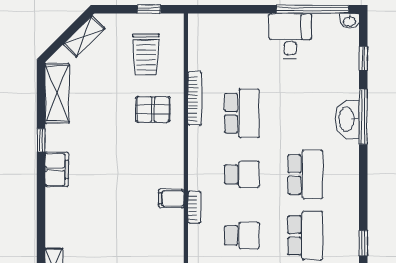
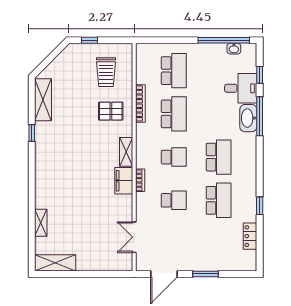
window: (149, 9) -> (90, 40), moved
washbasin: (350, 21) -> (234, 49), moved
shelving: (84, 36) -> (126, 152), moved, turned -45
desk: (290, 36) -> (241, 88), moved, turned 90
school desk: (242, 52) -> (174, 71), added
filing cabinet: (57, 169) -> (43, 154), removed
filing cabinet: (171, 198) -> (124, 181), width x2.00

